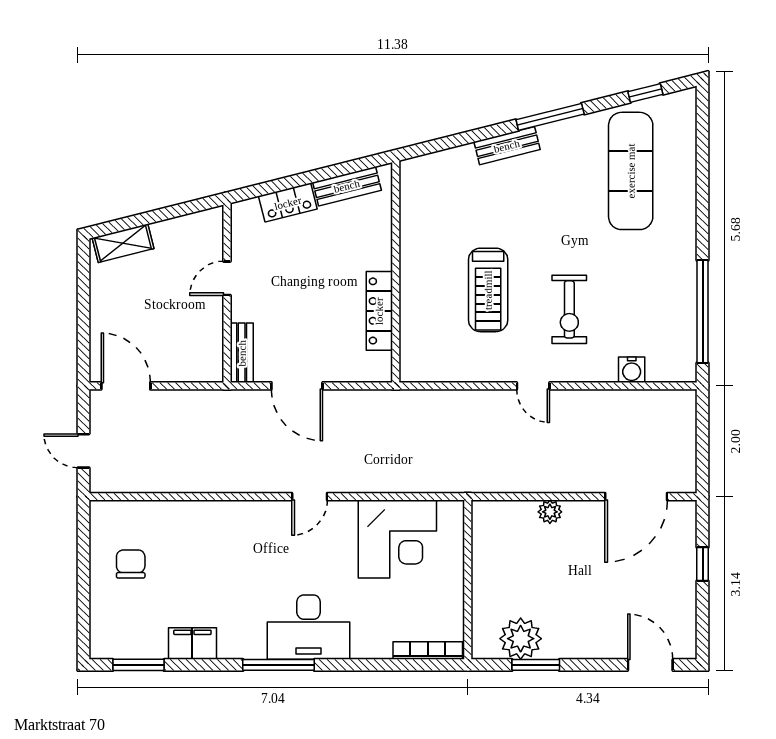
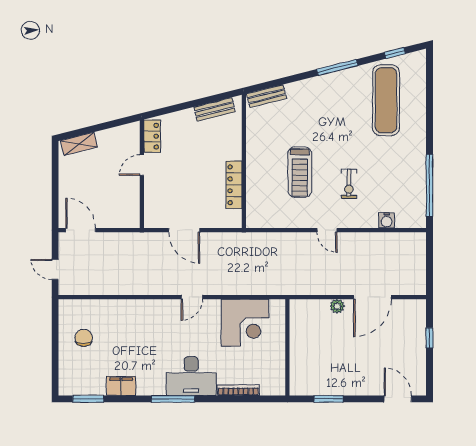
bench: (507, 146) -> (266, 96), moved
locker: (288, 203) -> (152, 136), moved, turned -76
exercise bike: (569, 309) -> (349, 184), width x0.73, depth x0.72
bench: (242, 353) -> (151, 210), removed
door: (636, 497) -> (372, 297), moved
plant: (521, 639) -> (319, 383), removed
bookcase: (428, 651) -> (238, 390), moved

